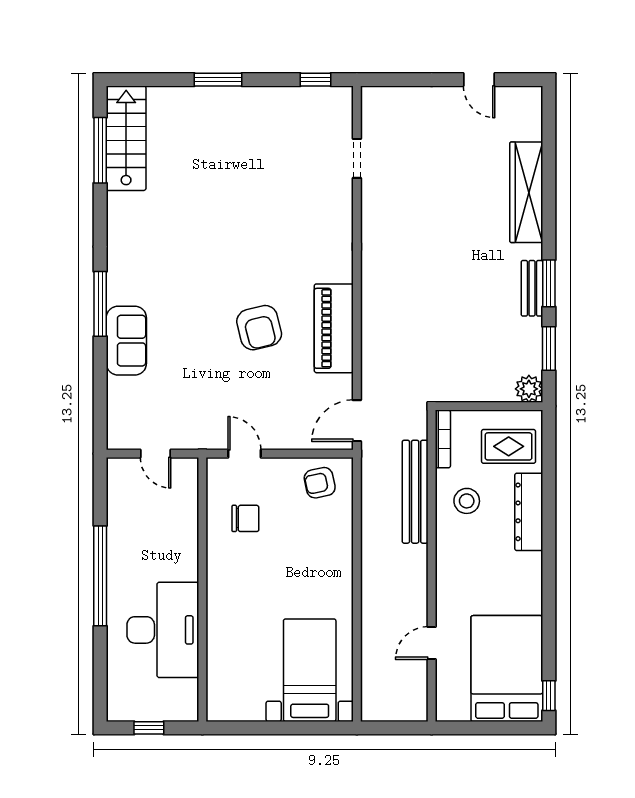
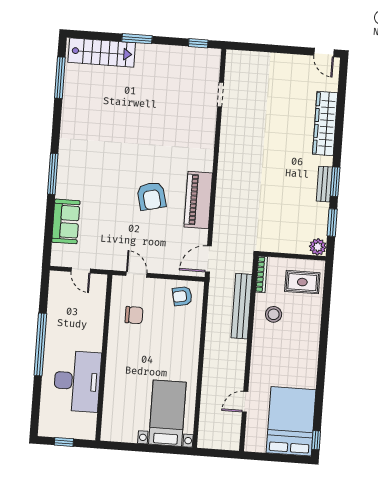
door: (479, 80) -> (324, 52), moved
stairs: (126, 138) -> (102, 53), moved, turned 90
sofa: (126, 341) -> (66, 221), moved
dresser: (529, 512) -> (312, 324), removed

